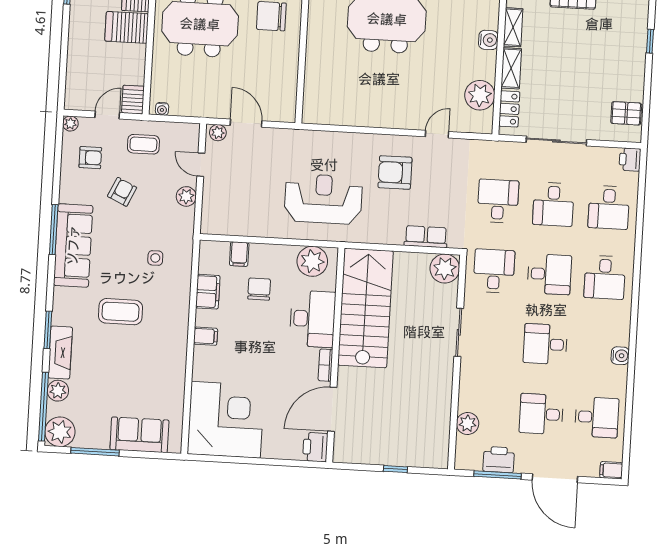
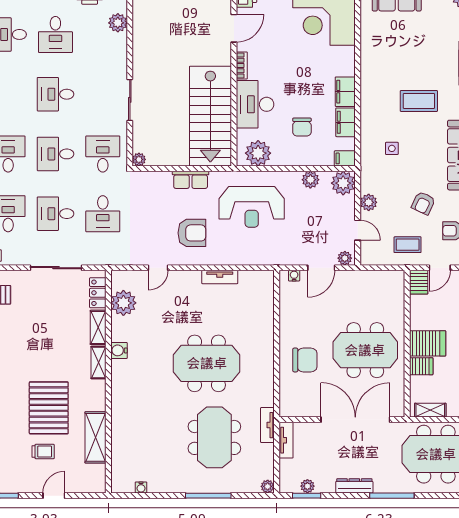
water cooler: (162, 109) -> (294, 276), moved
tv unit: (365, 119) -> (220, 277), added
door: (246, 123) -> (321, 268), hinge flipped
desk: (553, 204) -> (55, 214), turned -90
plant: (215, 221) -> (343, 183), added
plant: (253, 227) -> (310, 180), added
row of seats: (426, 237) -> (191, 180), moved
filing cabinet: (239, 254) -> (345, 158), moved, turned -90
plant: (445, 269) -> (139, 159), width x0.53, depth x0.53
desk: (494, 271) -> (103, 154), turned 180
filing cabinet: (206, 336) -> (345, 92), width x2.00
desk: (545, 344) -> (55, 94), turned 180
door: (332, 409) -> (234, 28), width x0.73
desk: (541, 414) -> (55, 34), turned 90

